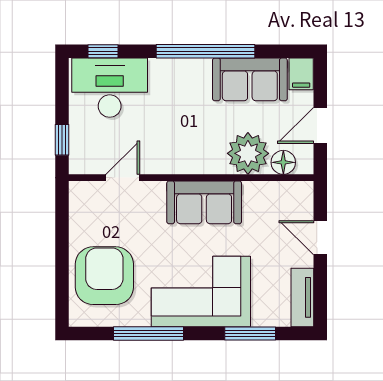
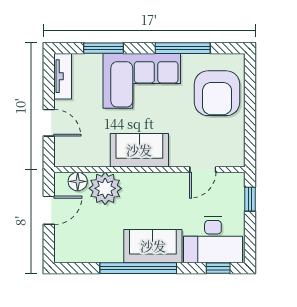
filing cabinet: (301, 74) -> (64, 250), removed
sofa: (250, 79) -> (153, 246), moved

